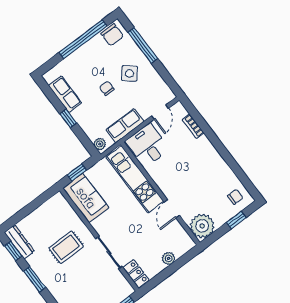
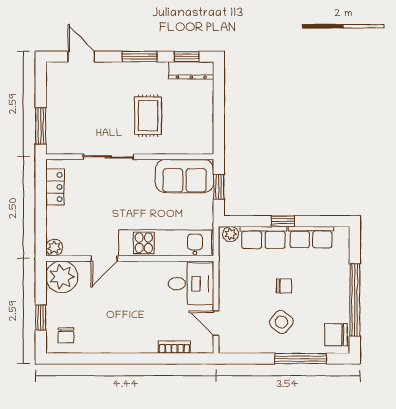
row of seats: (125, 126) -> (263, 237), moved, turned 90
door: (172, 209) -> (104, 258), swing flipped
plant: (169, 258) -> (54, 248), moved
locker: (136, 274) -> (55, 187), moved, turned -90

